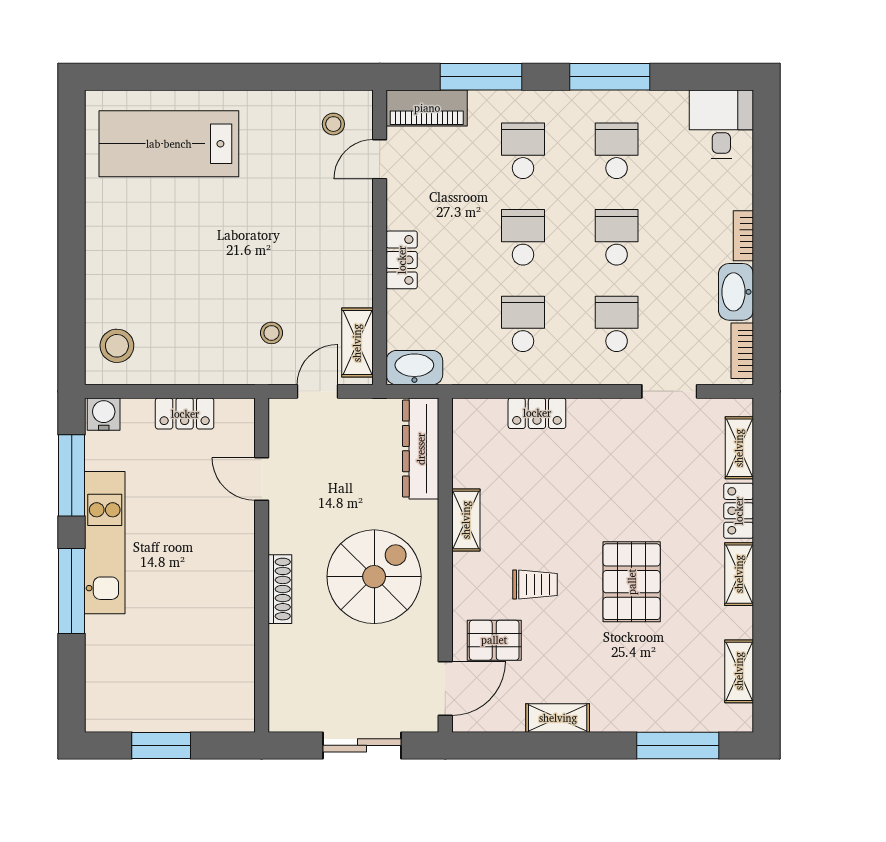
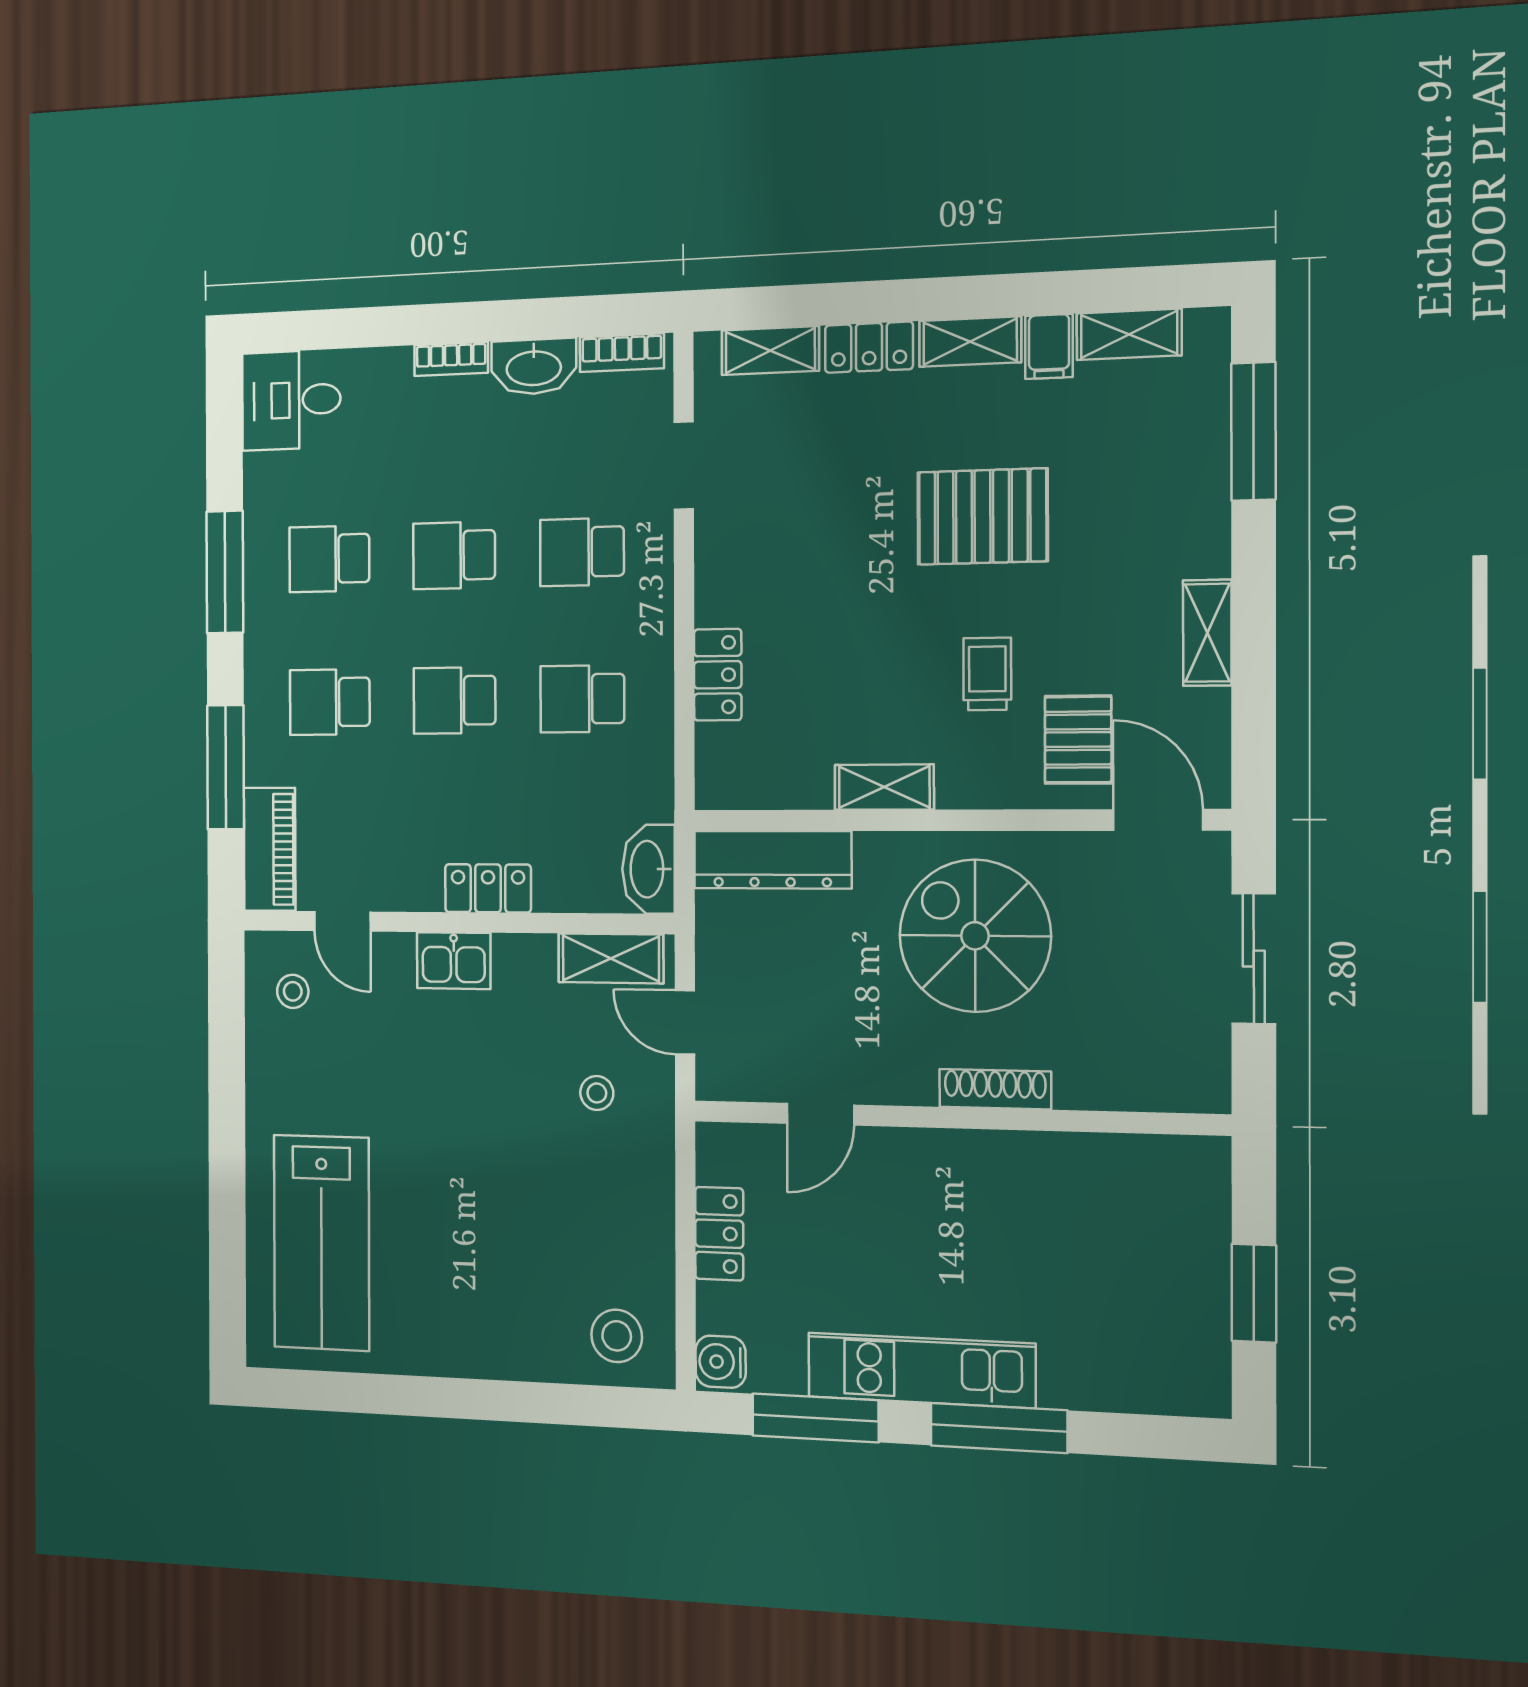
kitchen sink: (355, 236) -> (454, 961), added
filing cabinet: (734, 623) -> (1049, 346), added

